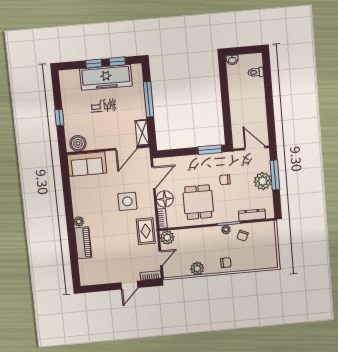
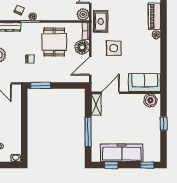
window: (94, 64) -> (147, 165), moved

